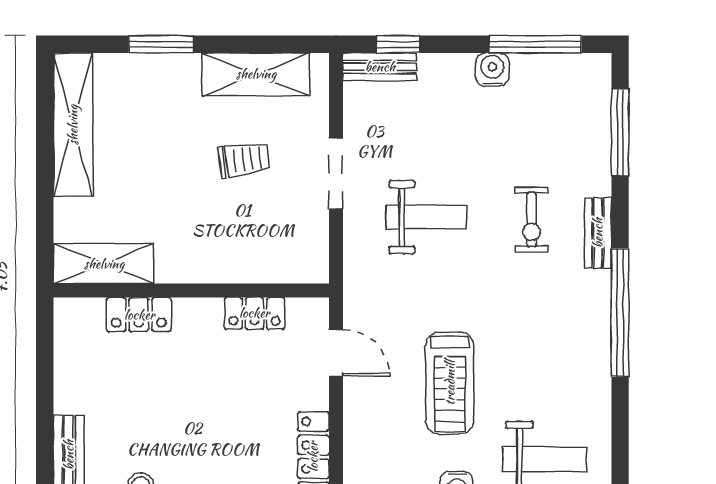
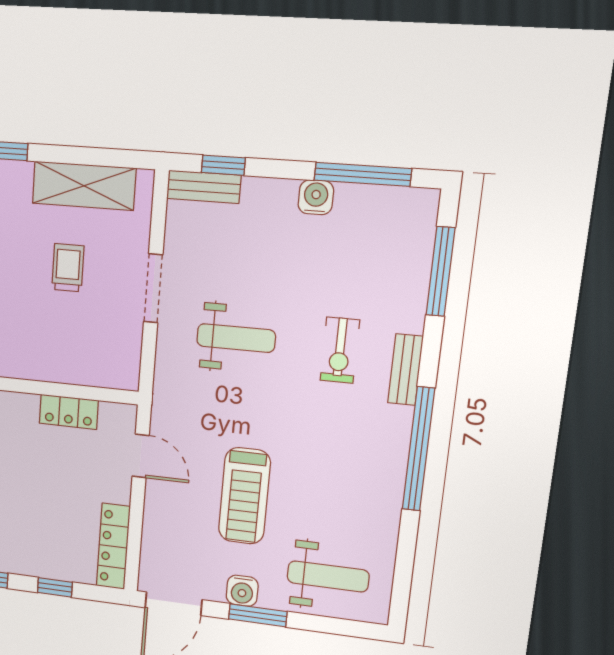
trolley: (244, 160) -> (68, 268), turned -82

